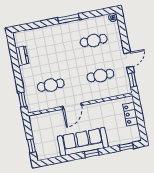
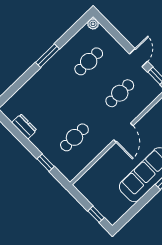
window: (22, 100) -> (46, 163), moved
door: (72, 106) -> (123, 133), moved

